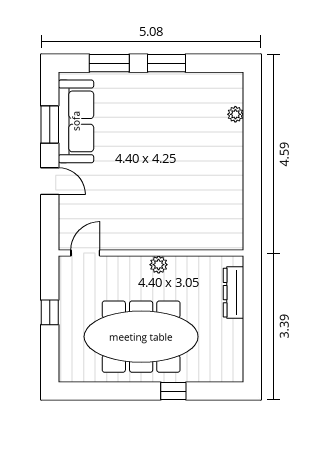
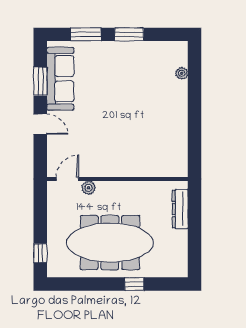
plant: (159, 265) -> (89, 188), moved
window: (50, 312) -> (40, 253), moved

